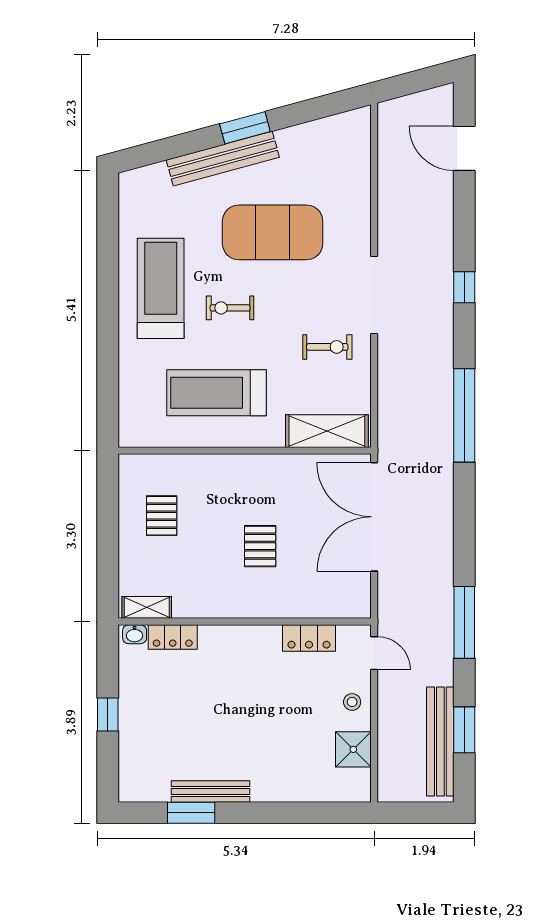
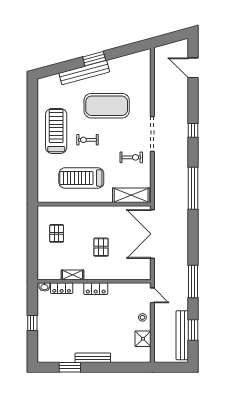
shelving: (147, 607) -> (72, 275), moved
locker: (309, 638) -> (96, 289), moved
bench: (210, 791) -> (93, 358), moved

